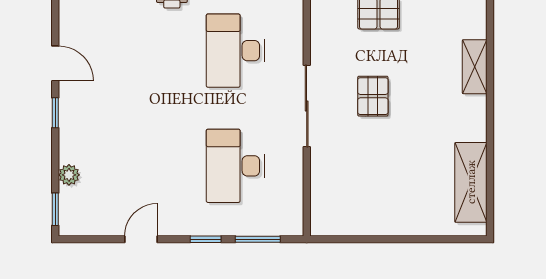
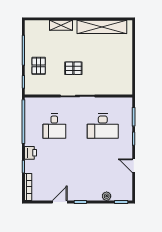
desk: (235, 51) -> (54, 126), width x0.73
shelving: (471, 182) -> (102, 27), width x1.47

